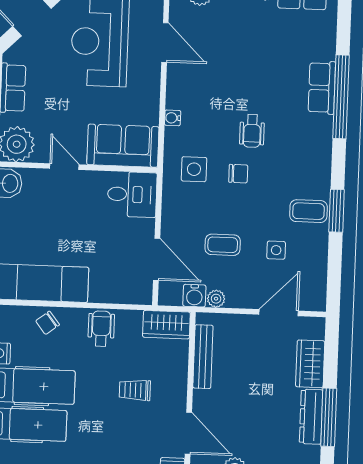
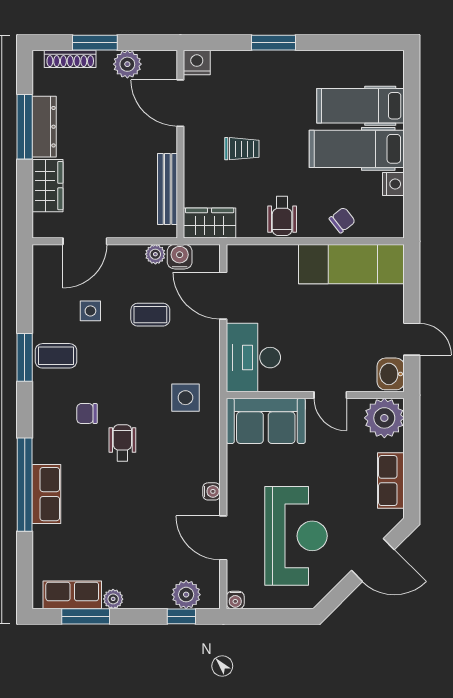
water cooler: (173, 118) -> (212, 491), moved
chair: (238, 174) -> (87, 414), moved
desk: (132, 194) -> (253, 358), width x1.37

